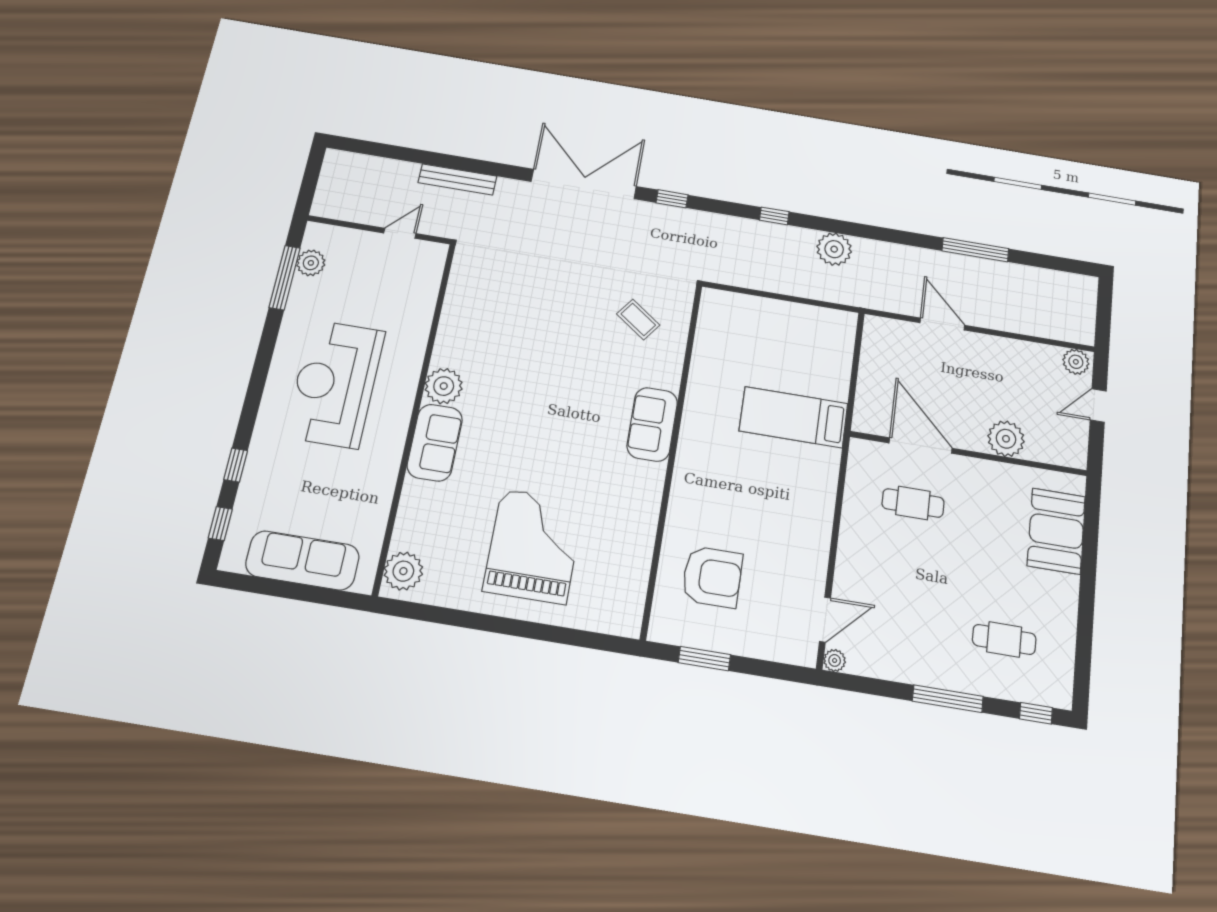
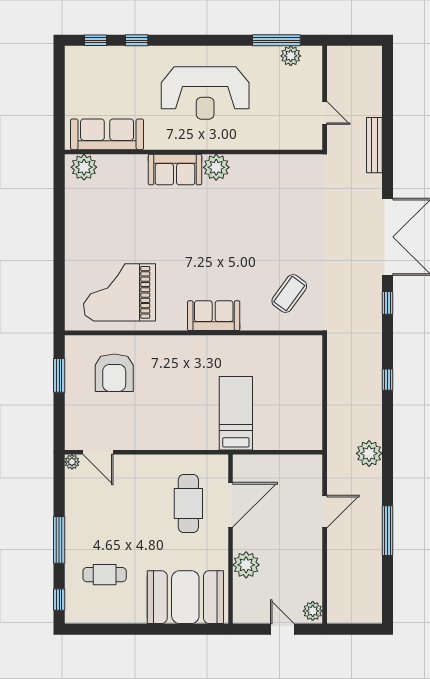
plant: (834, 249) -> (369, 453), moved
coffee table: (638, 319) -> (289, 294), width x1.36, depth x1.30
reception desk: (335, 384) -> (205, 93), turned 180
cafe table: (913, 503) -> (188, 504), width x1.37, depth x1.35
booth: (1056, 531) -> (185, 597), width x1.36, depth x1.42
grand piano: (534, 546) -> (119, 292), moved, turned 180
sofa: (302, 560) -> (107, 134), moved, turned -90
cafe table: (1004, 639) -> (105, 575), turned 90

